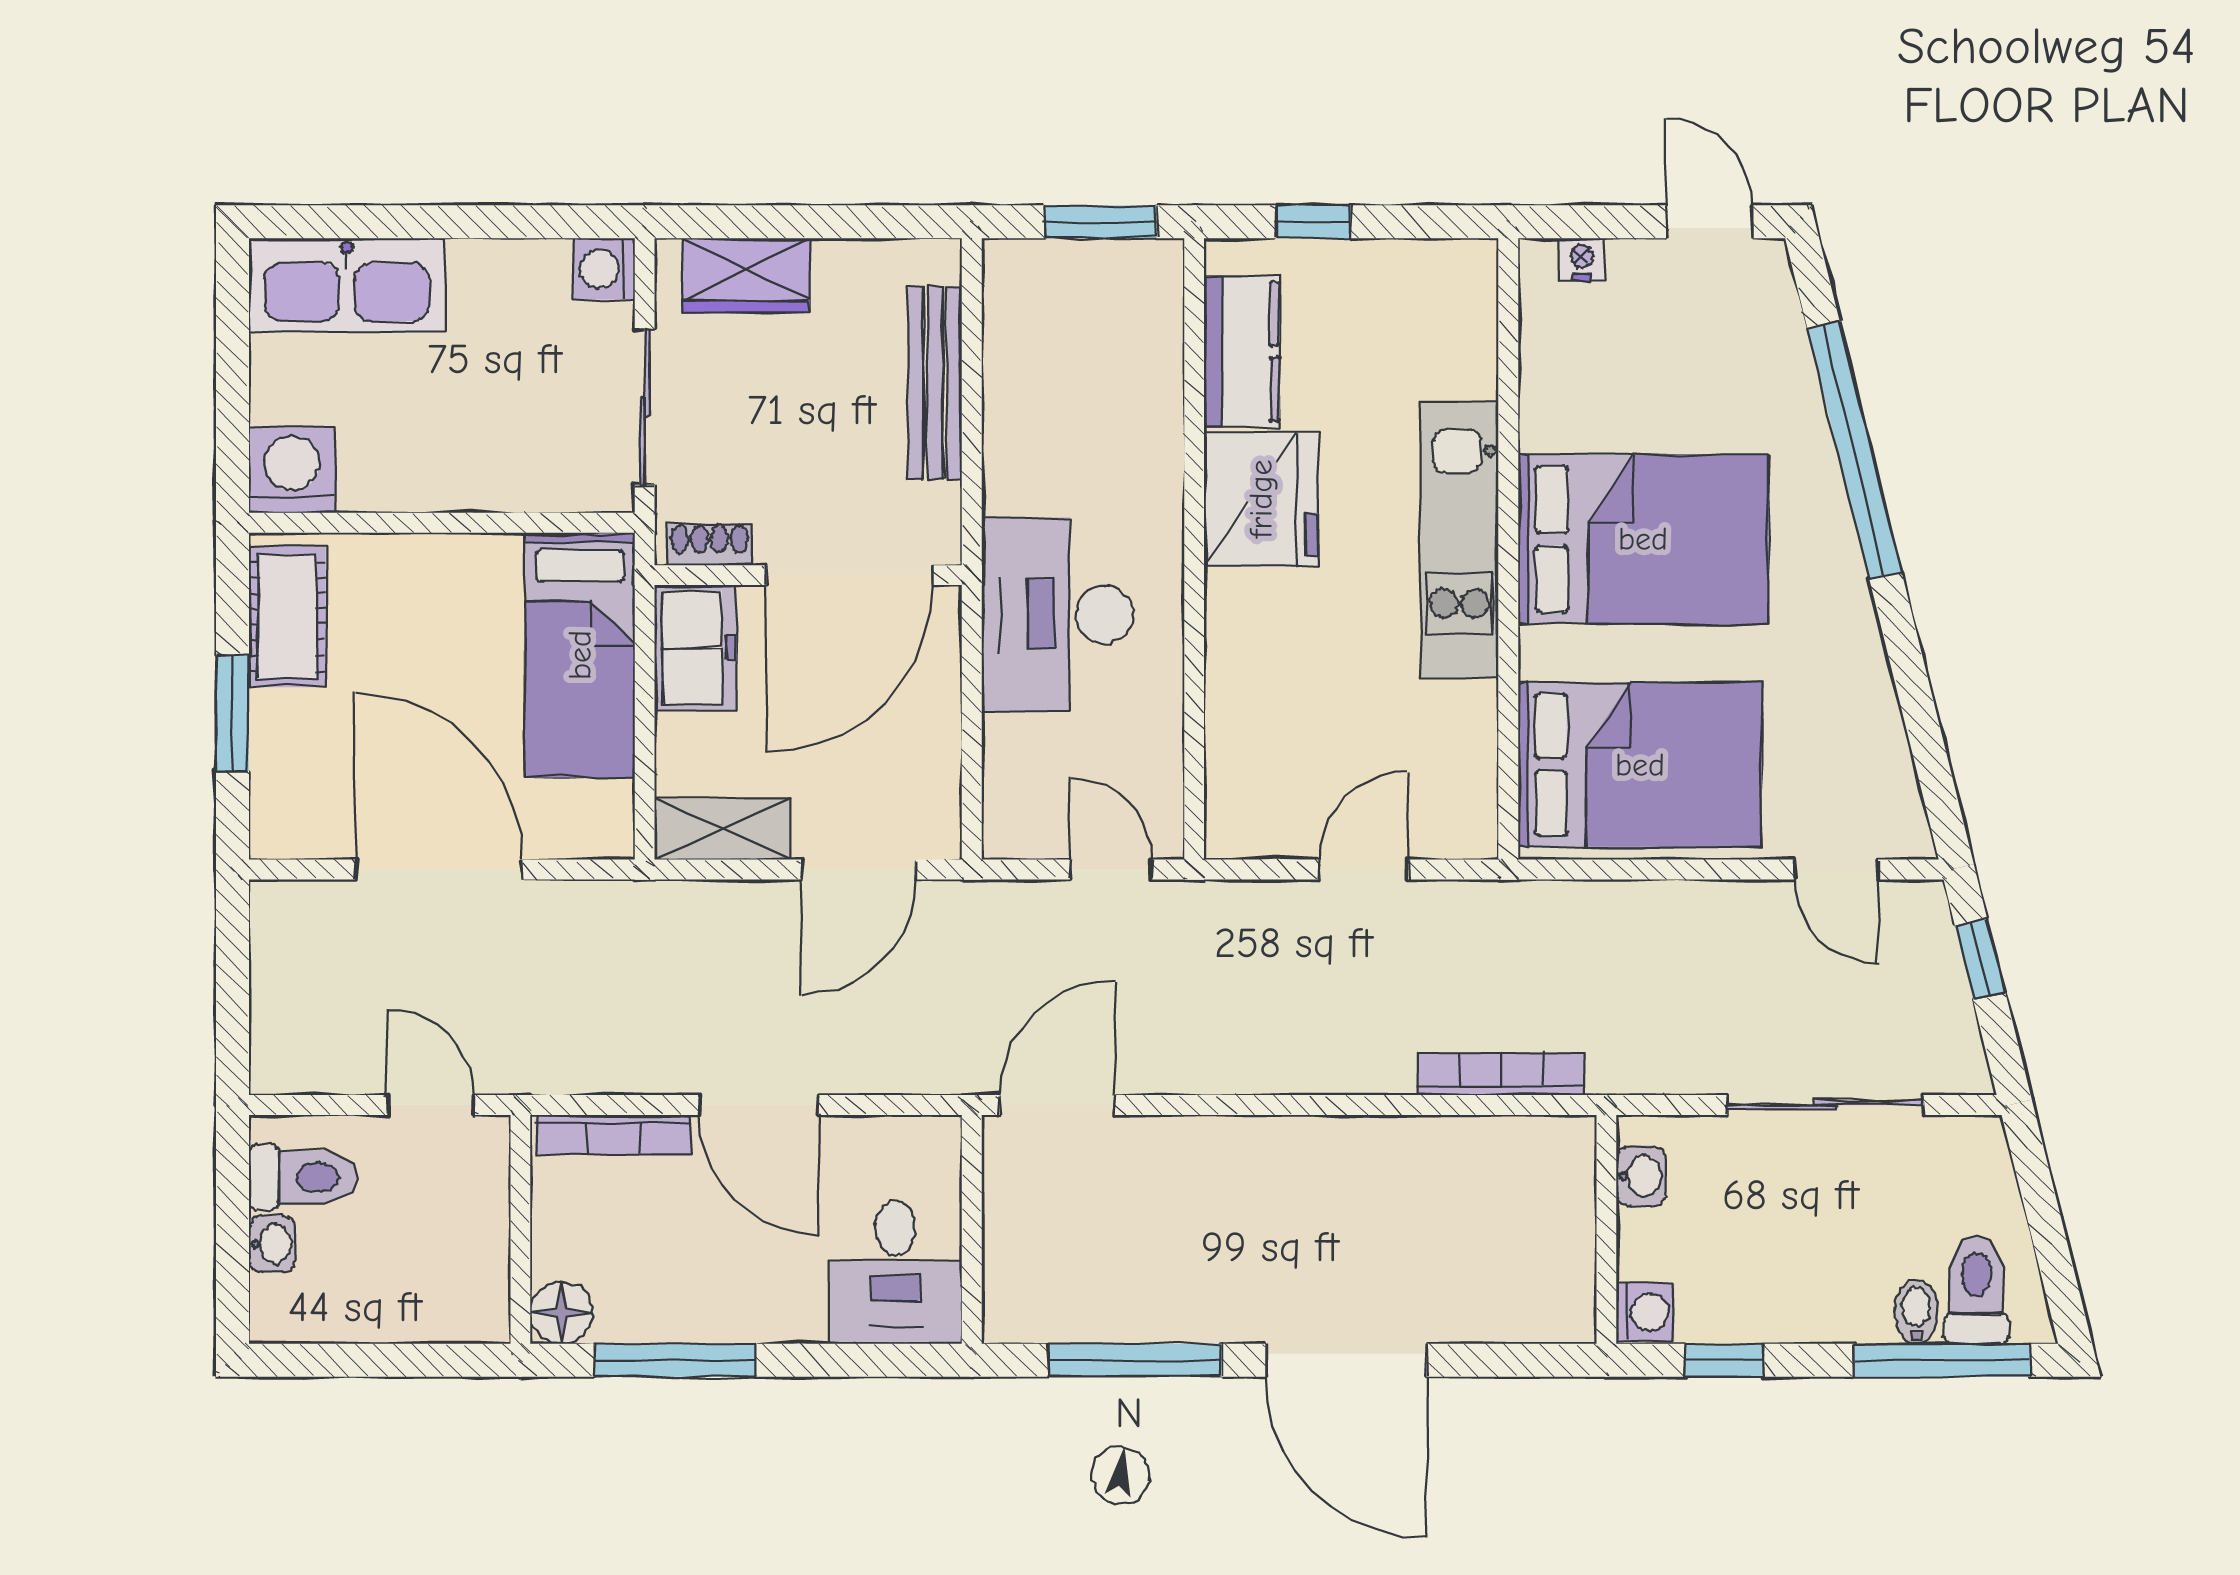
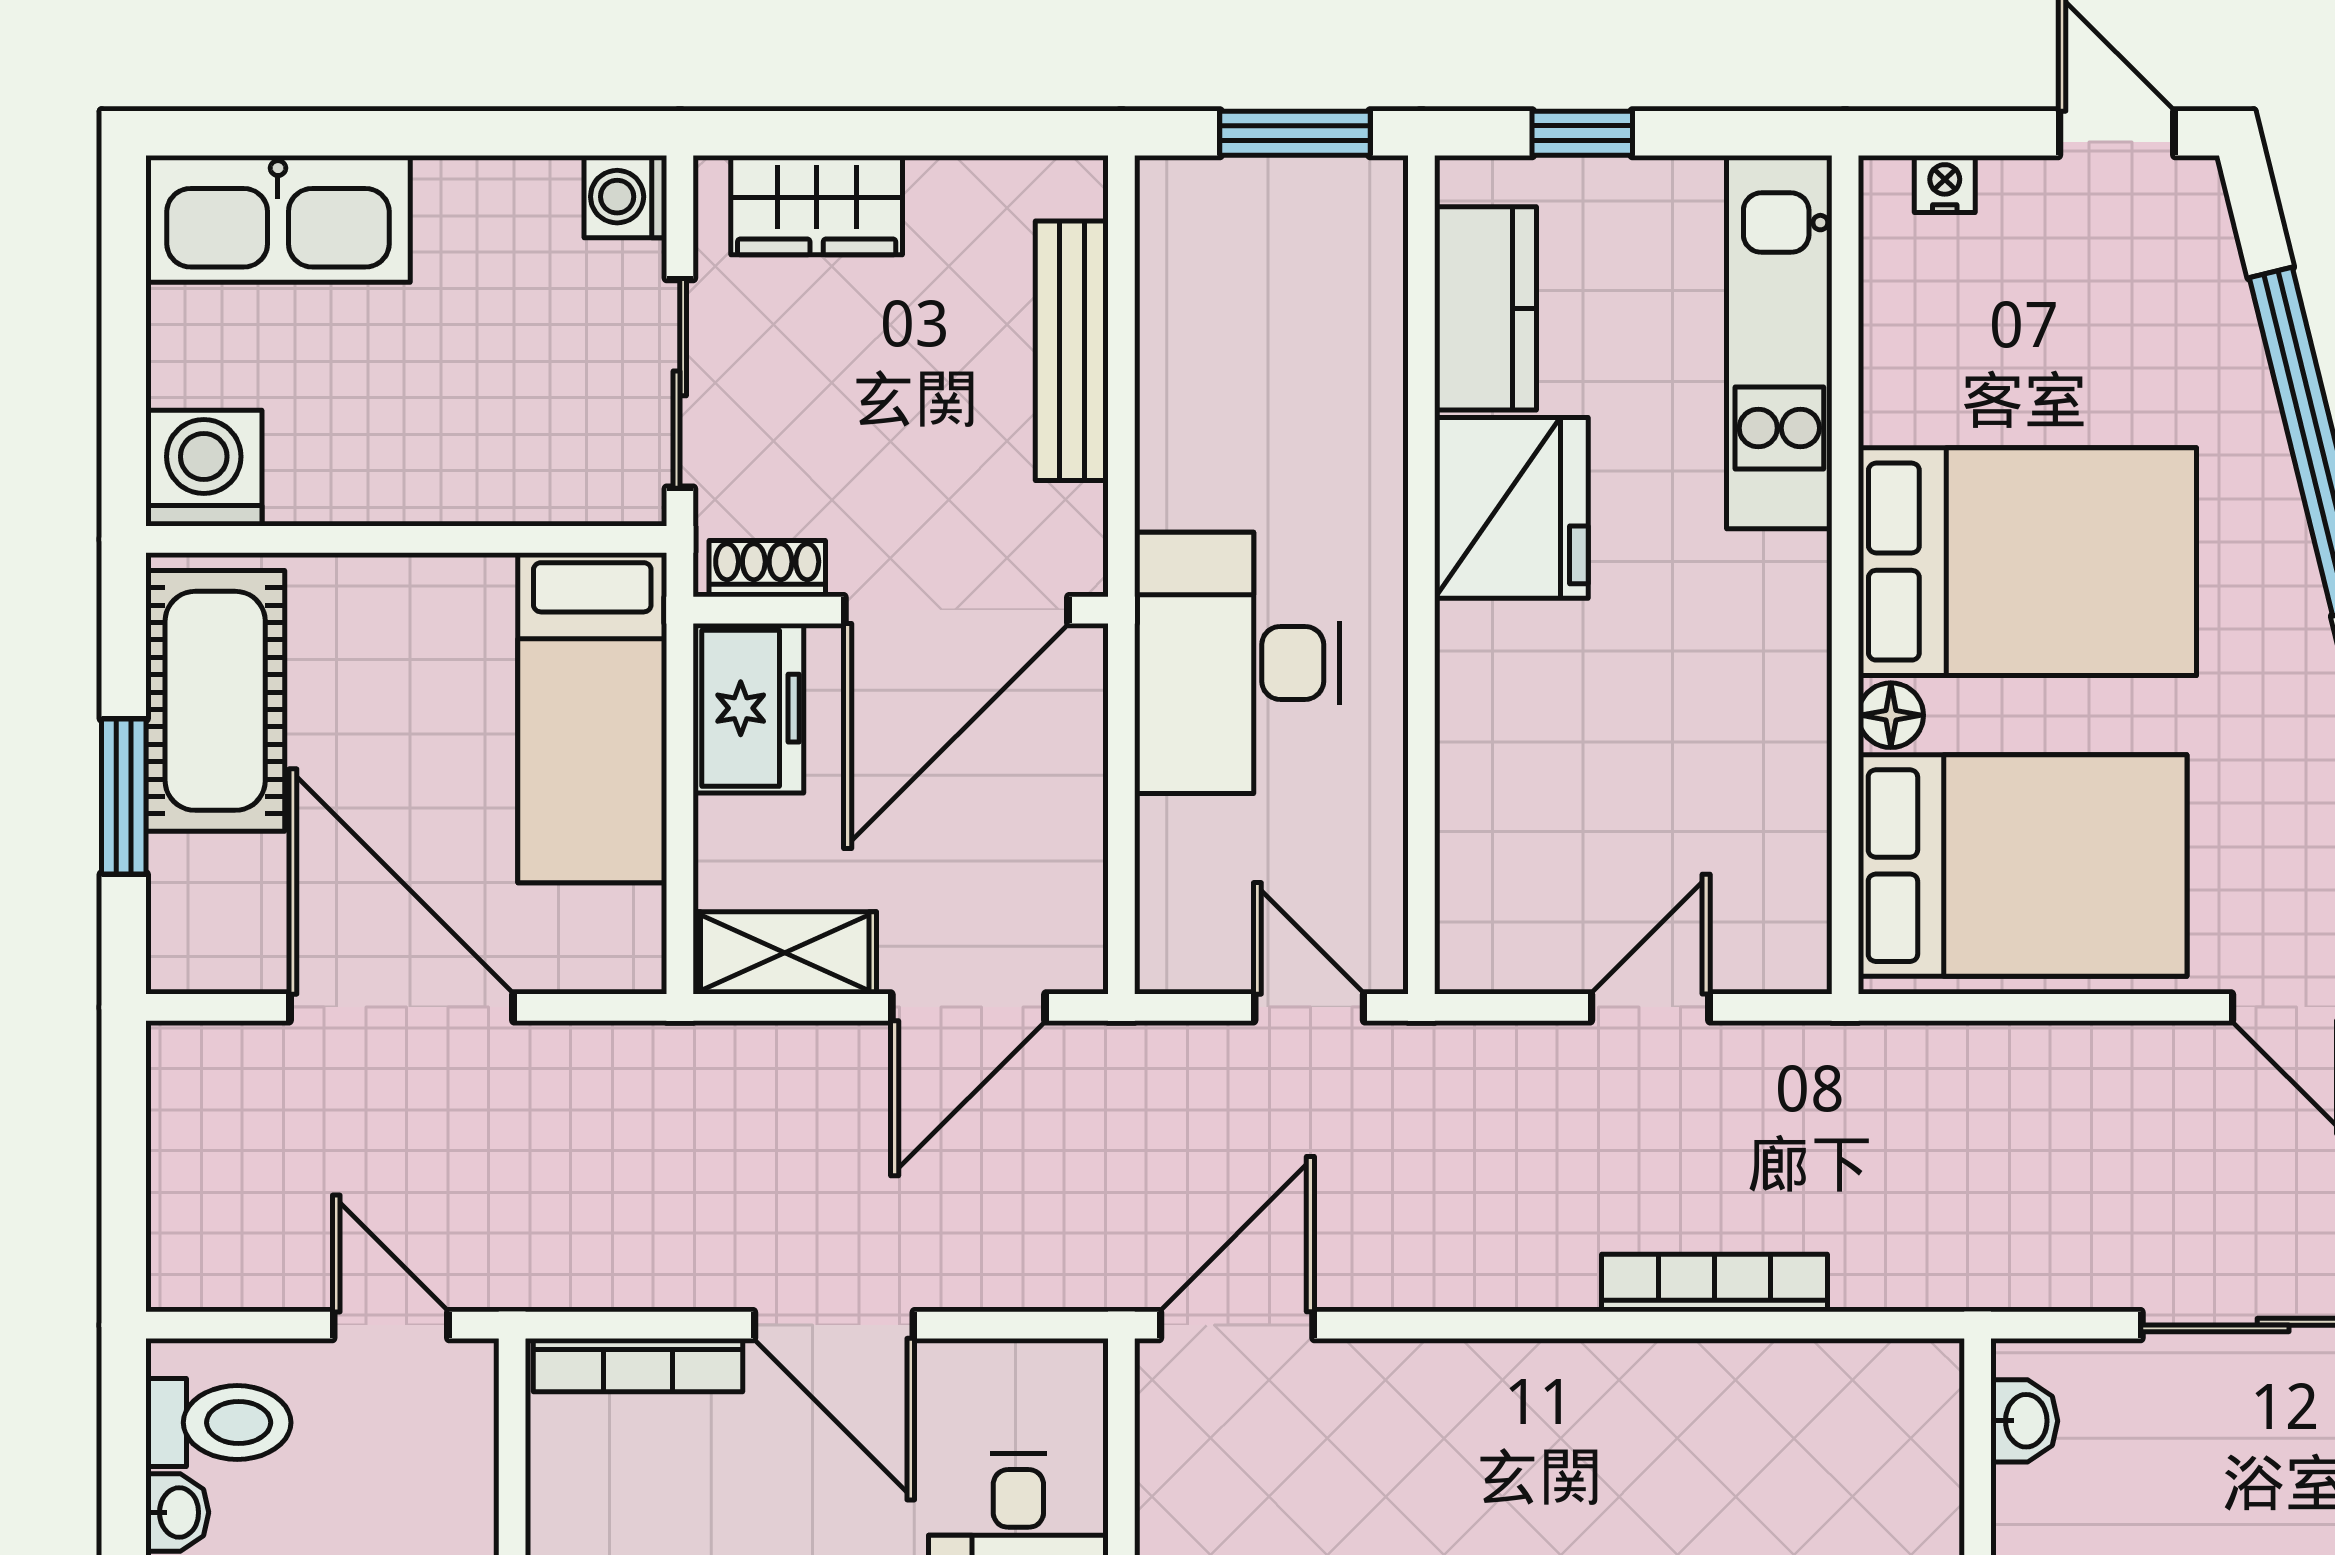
kitchen unit: (1459, 540) -> (1779, 342), moved
cot: (287, 616) -> (215, 701), width x1.37, depth x1.34
floor lamp: (1542, 653) -> (1891, 715), added
bookcase: (1501, 1074) -> (1715, 1283), moved

